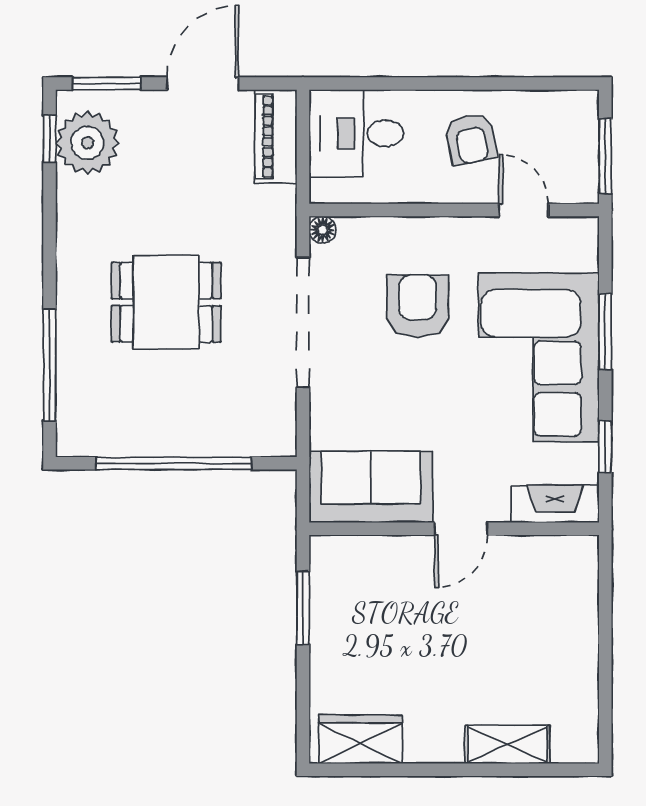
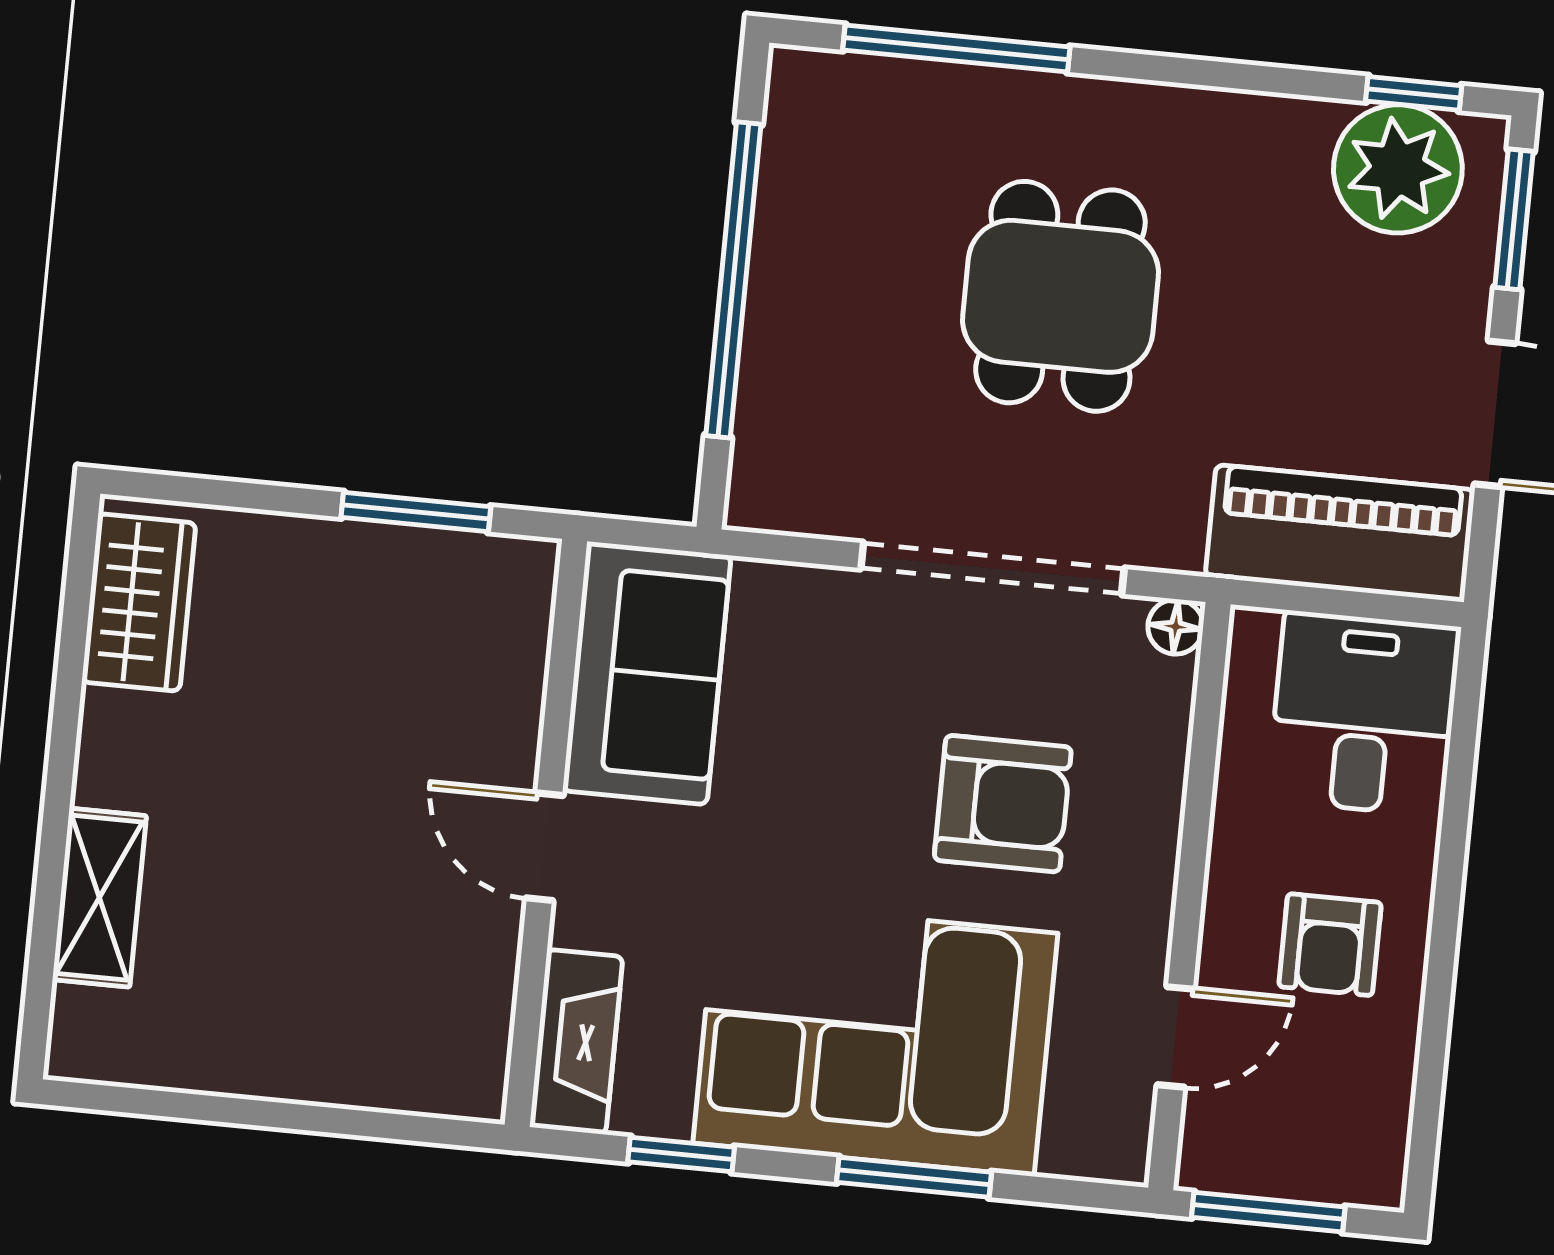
piano: (276, 137) -> (1340, 533), width x1.37, depth x1.33
armchair: (471, 139) -> (1330, 945), turned -79

